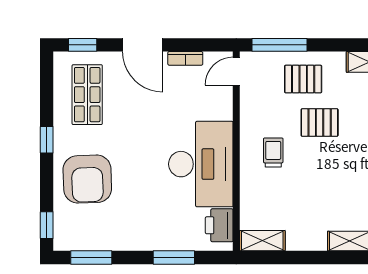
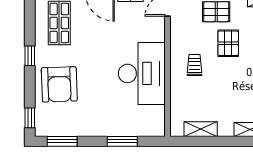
pallet: (320, 122) -> (228, 43), turned 90
printer: (219, 225) -> (155, 118), removed
shelving: (262, 241) -> (201, 129), moved

